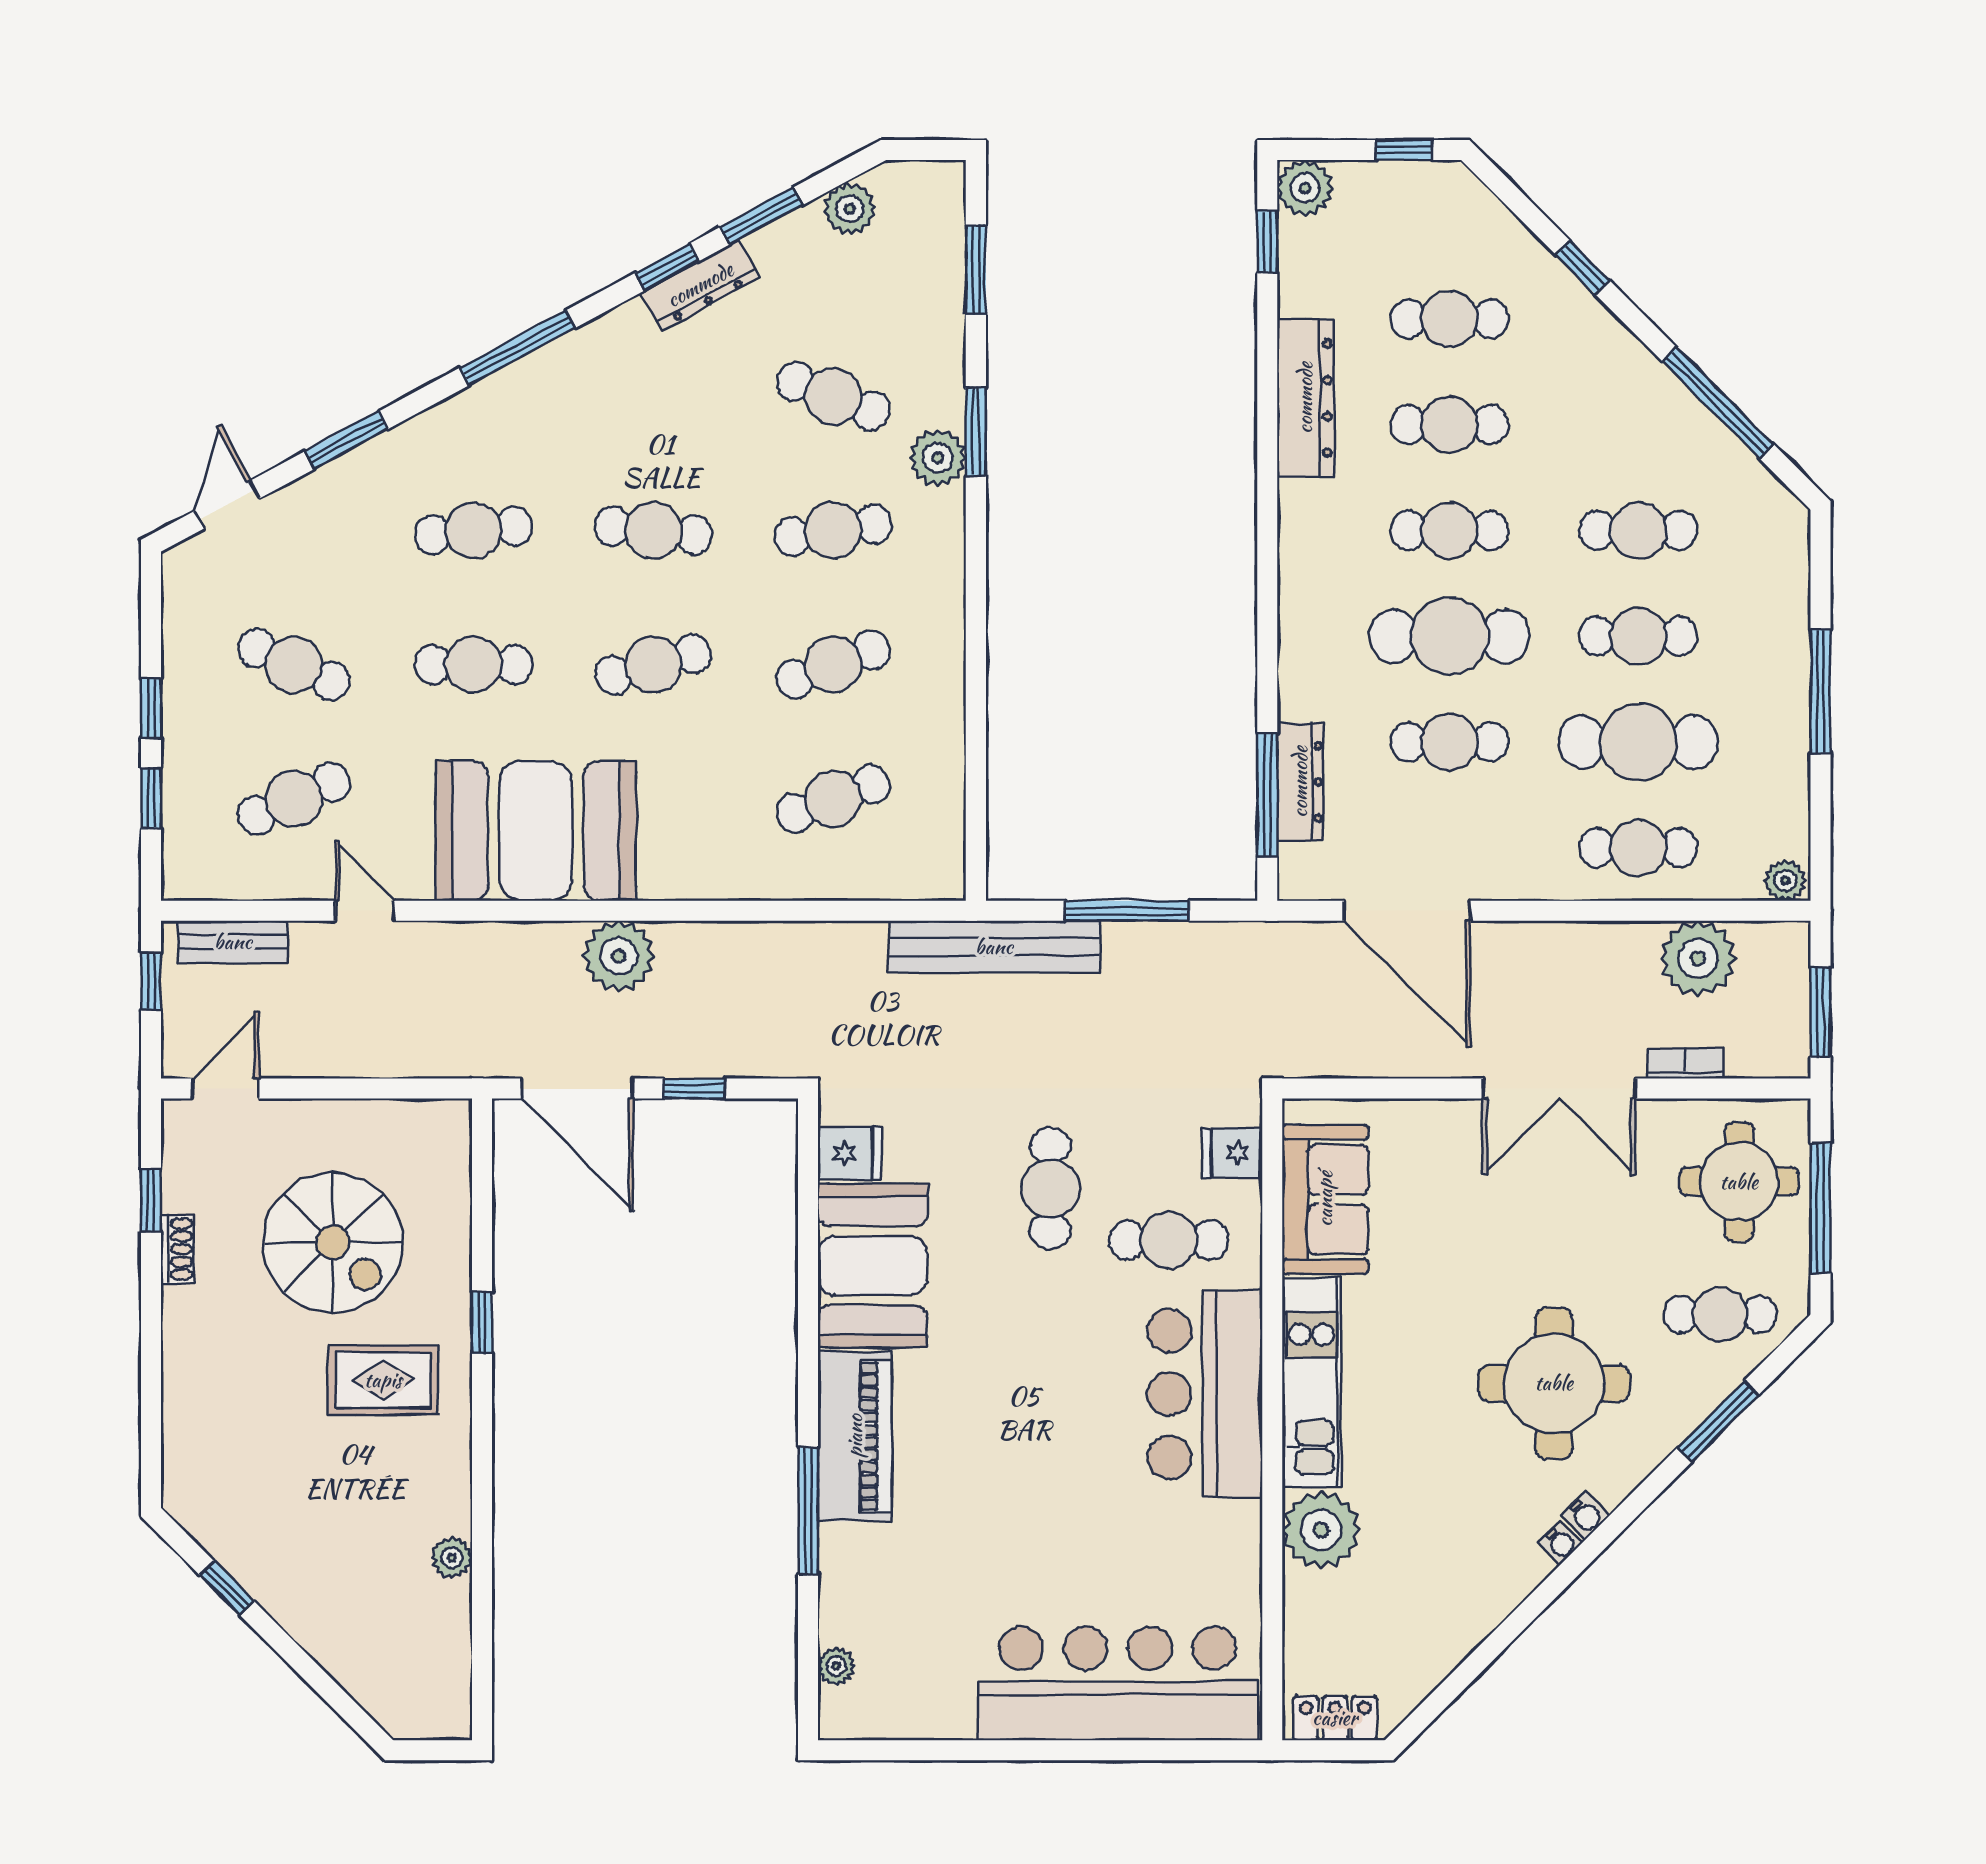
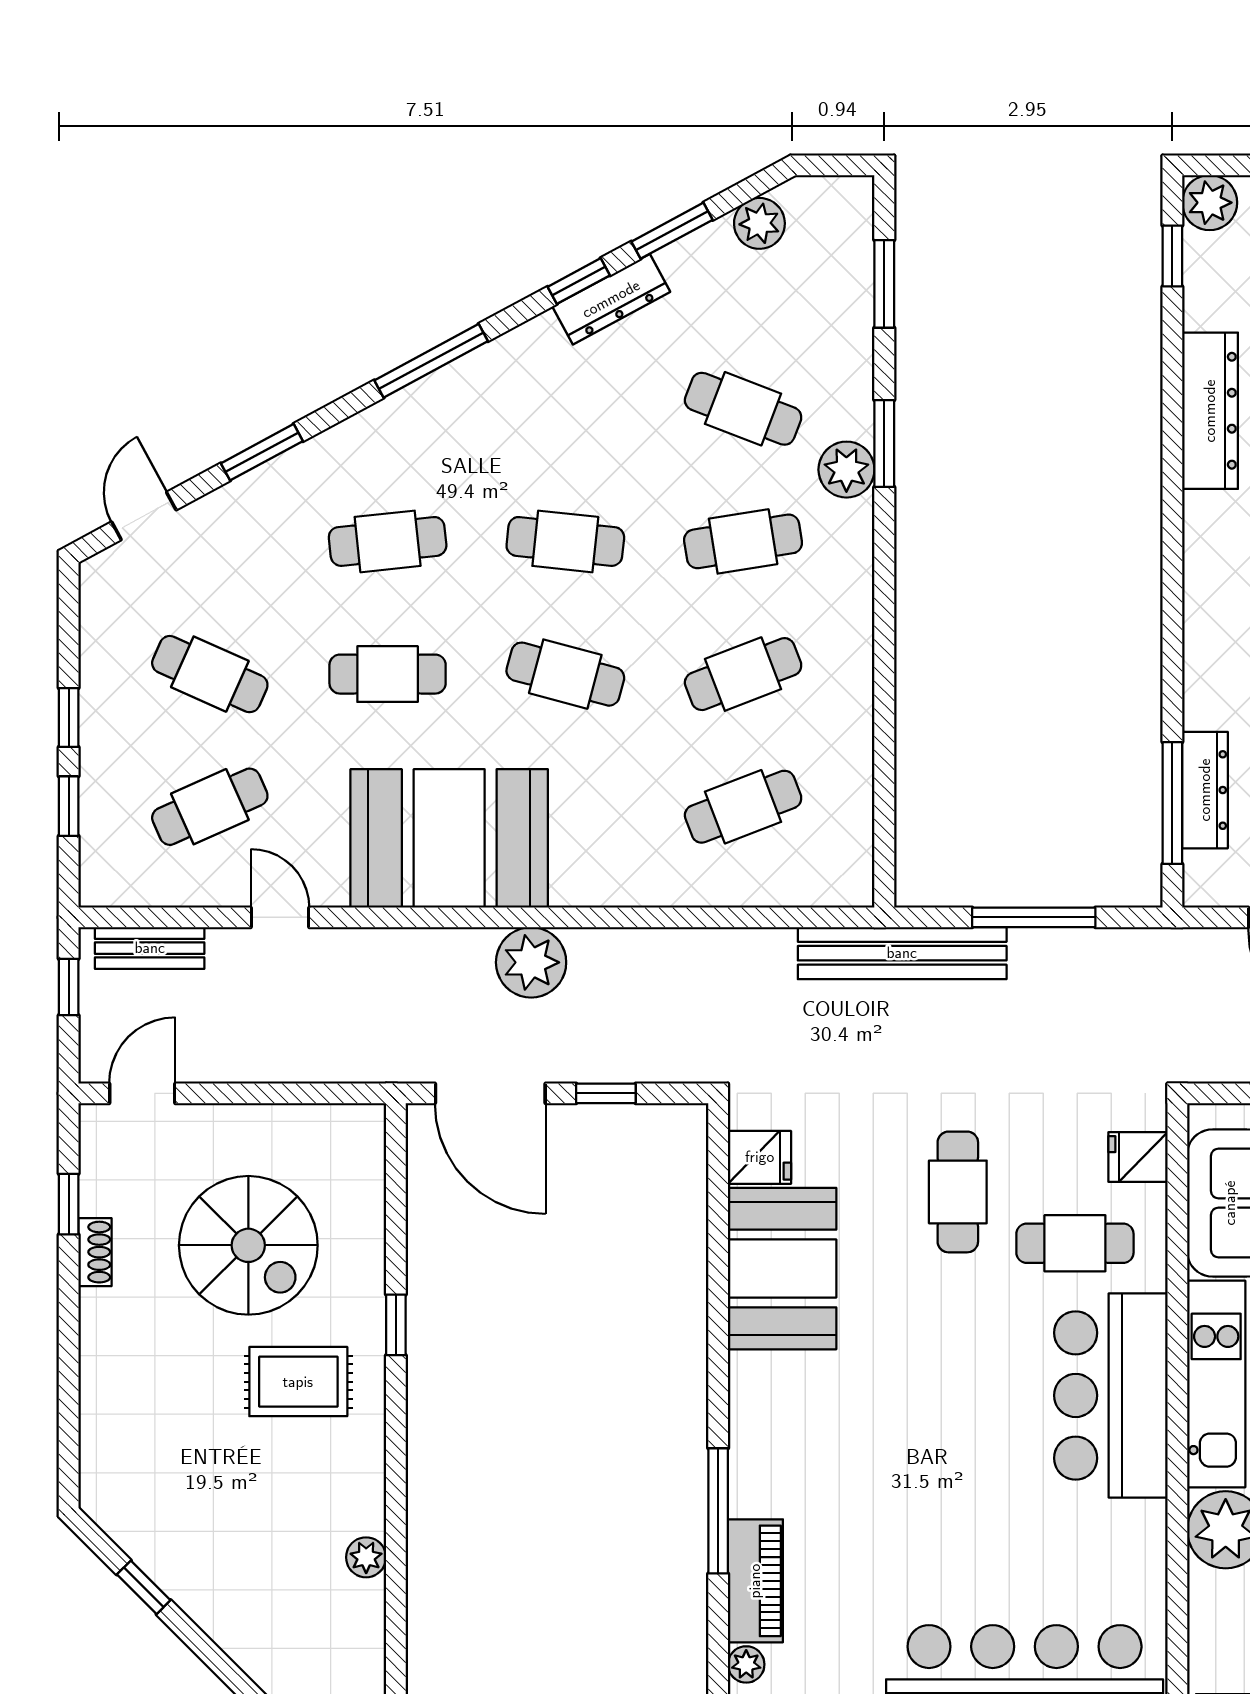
cafe table: (653, 665) -> (565, 674), turned 30
piano: (855, 1436) -> (755, 1581), moved, width x0.73, depth x0.75

